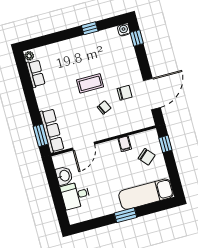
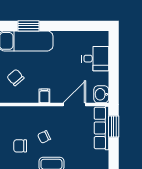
filing cabinet: (125, 144) -> (44, 96), moved
washbasin: (64, 176) -> (101, 94), moved
window: (125, 215) -> (28, 26), moved

